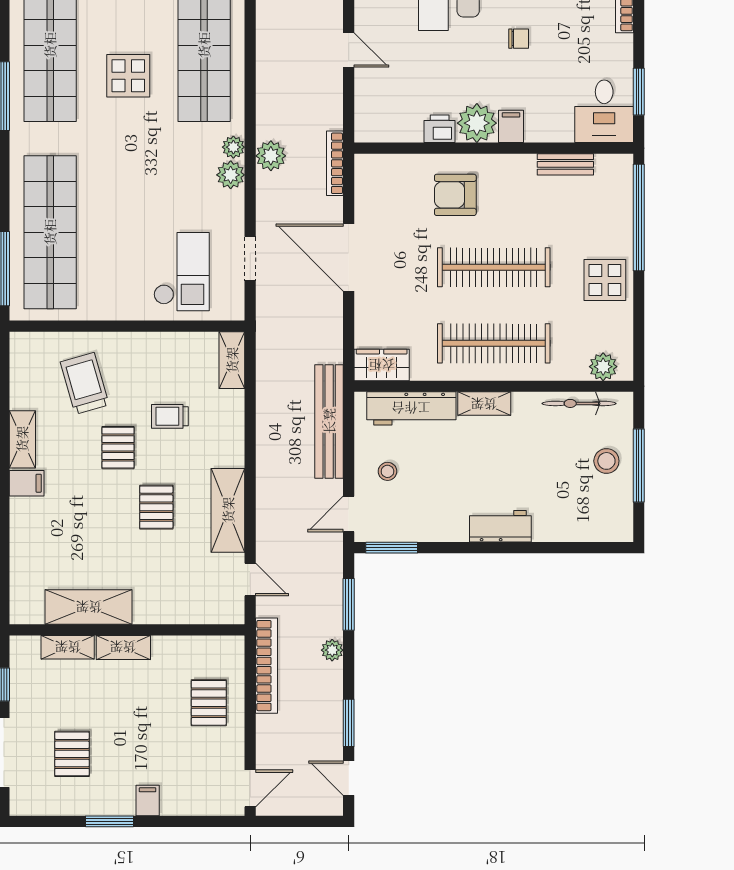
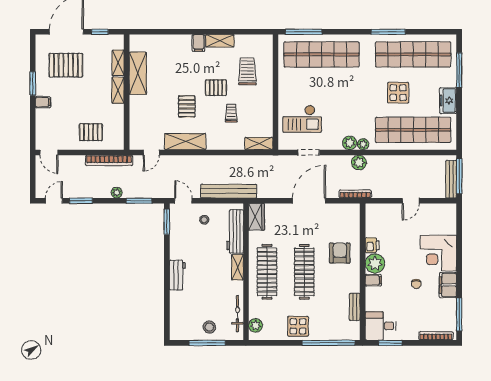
trolley: (85, 383) -> (247, 71), turned -74
pallet: (156, 507) -> (187, 106), turned 90
pallet: (72, 754) -> (66, 65), width x1.50, depth x1.42

